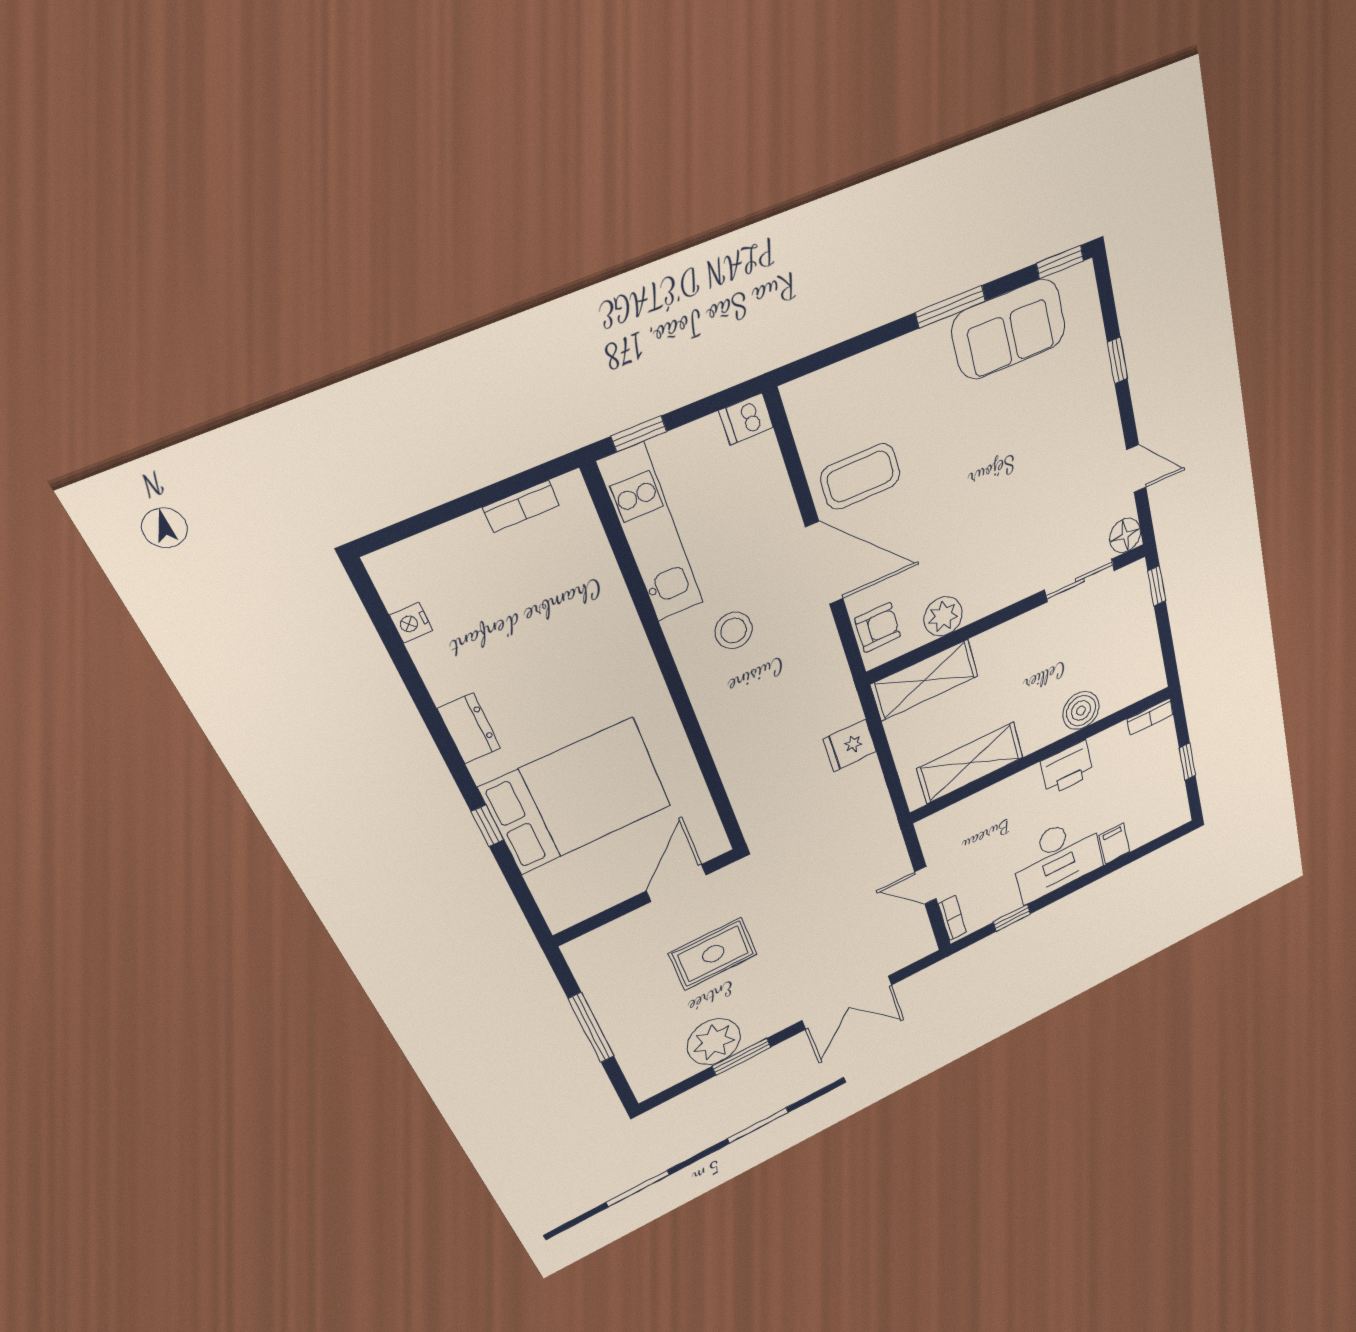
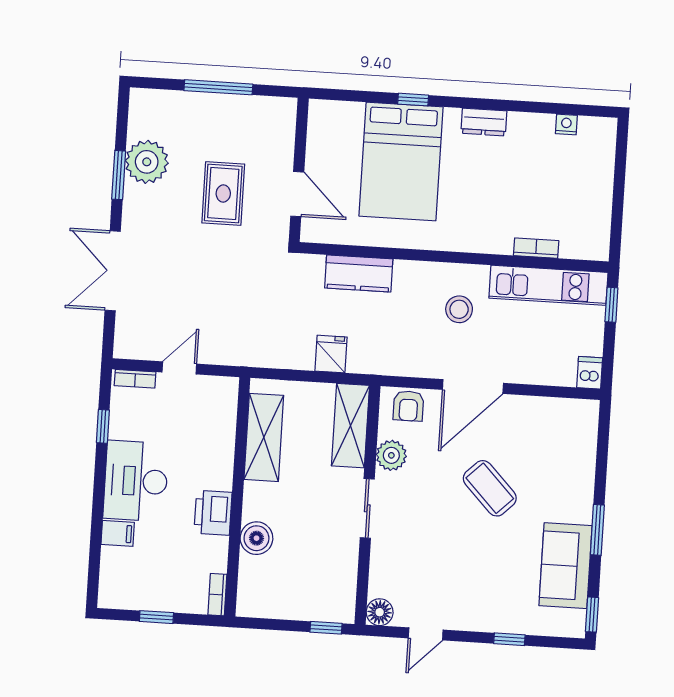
coffee table: (860, 477) -> (490, 488), moved, turned -44
bookcase: (521, 506) -> (536, 248), moved, turned 90
sliding door: (1080, 580) -> (367, 508), moved
kitchen counter: (741, 768) -> (359, 273), added

